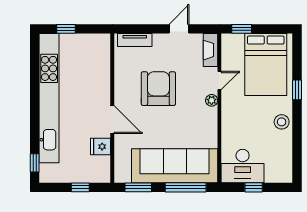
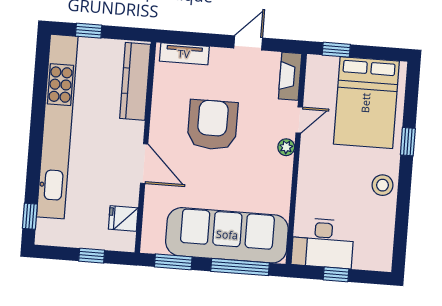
kitchen counter: (101, 62) -> (135, 81), added
fridge: (101, 147) -> (123, 218), moved

